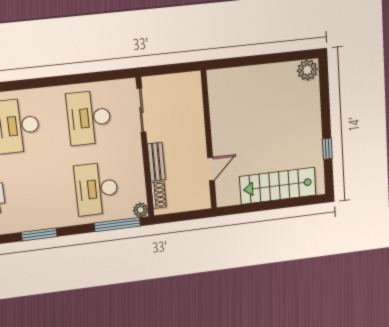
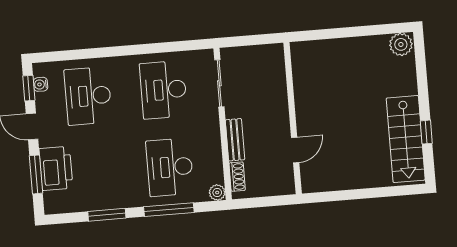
stairs: (278, 186) -> (406, 139), moved, turned -90
window: (117, 225) -> (169, 210), moved

